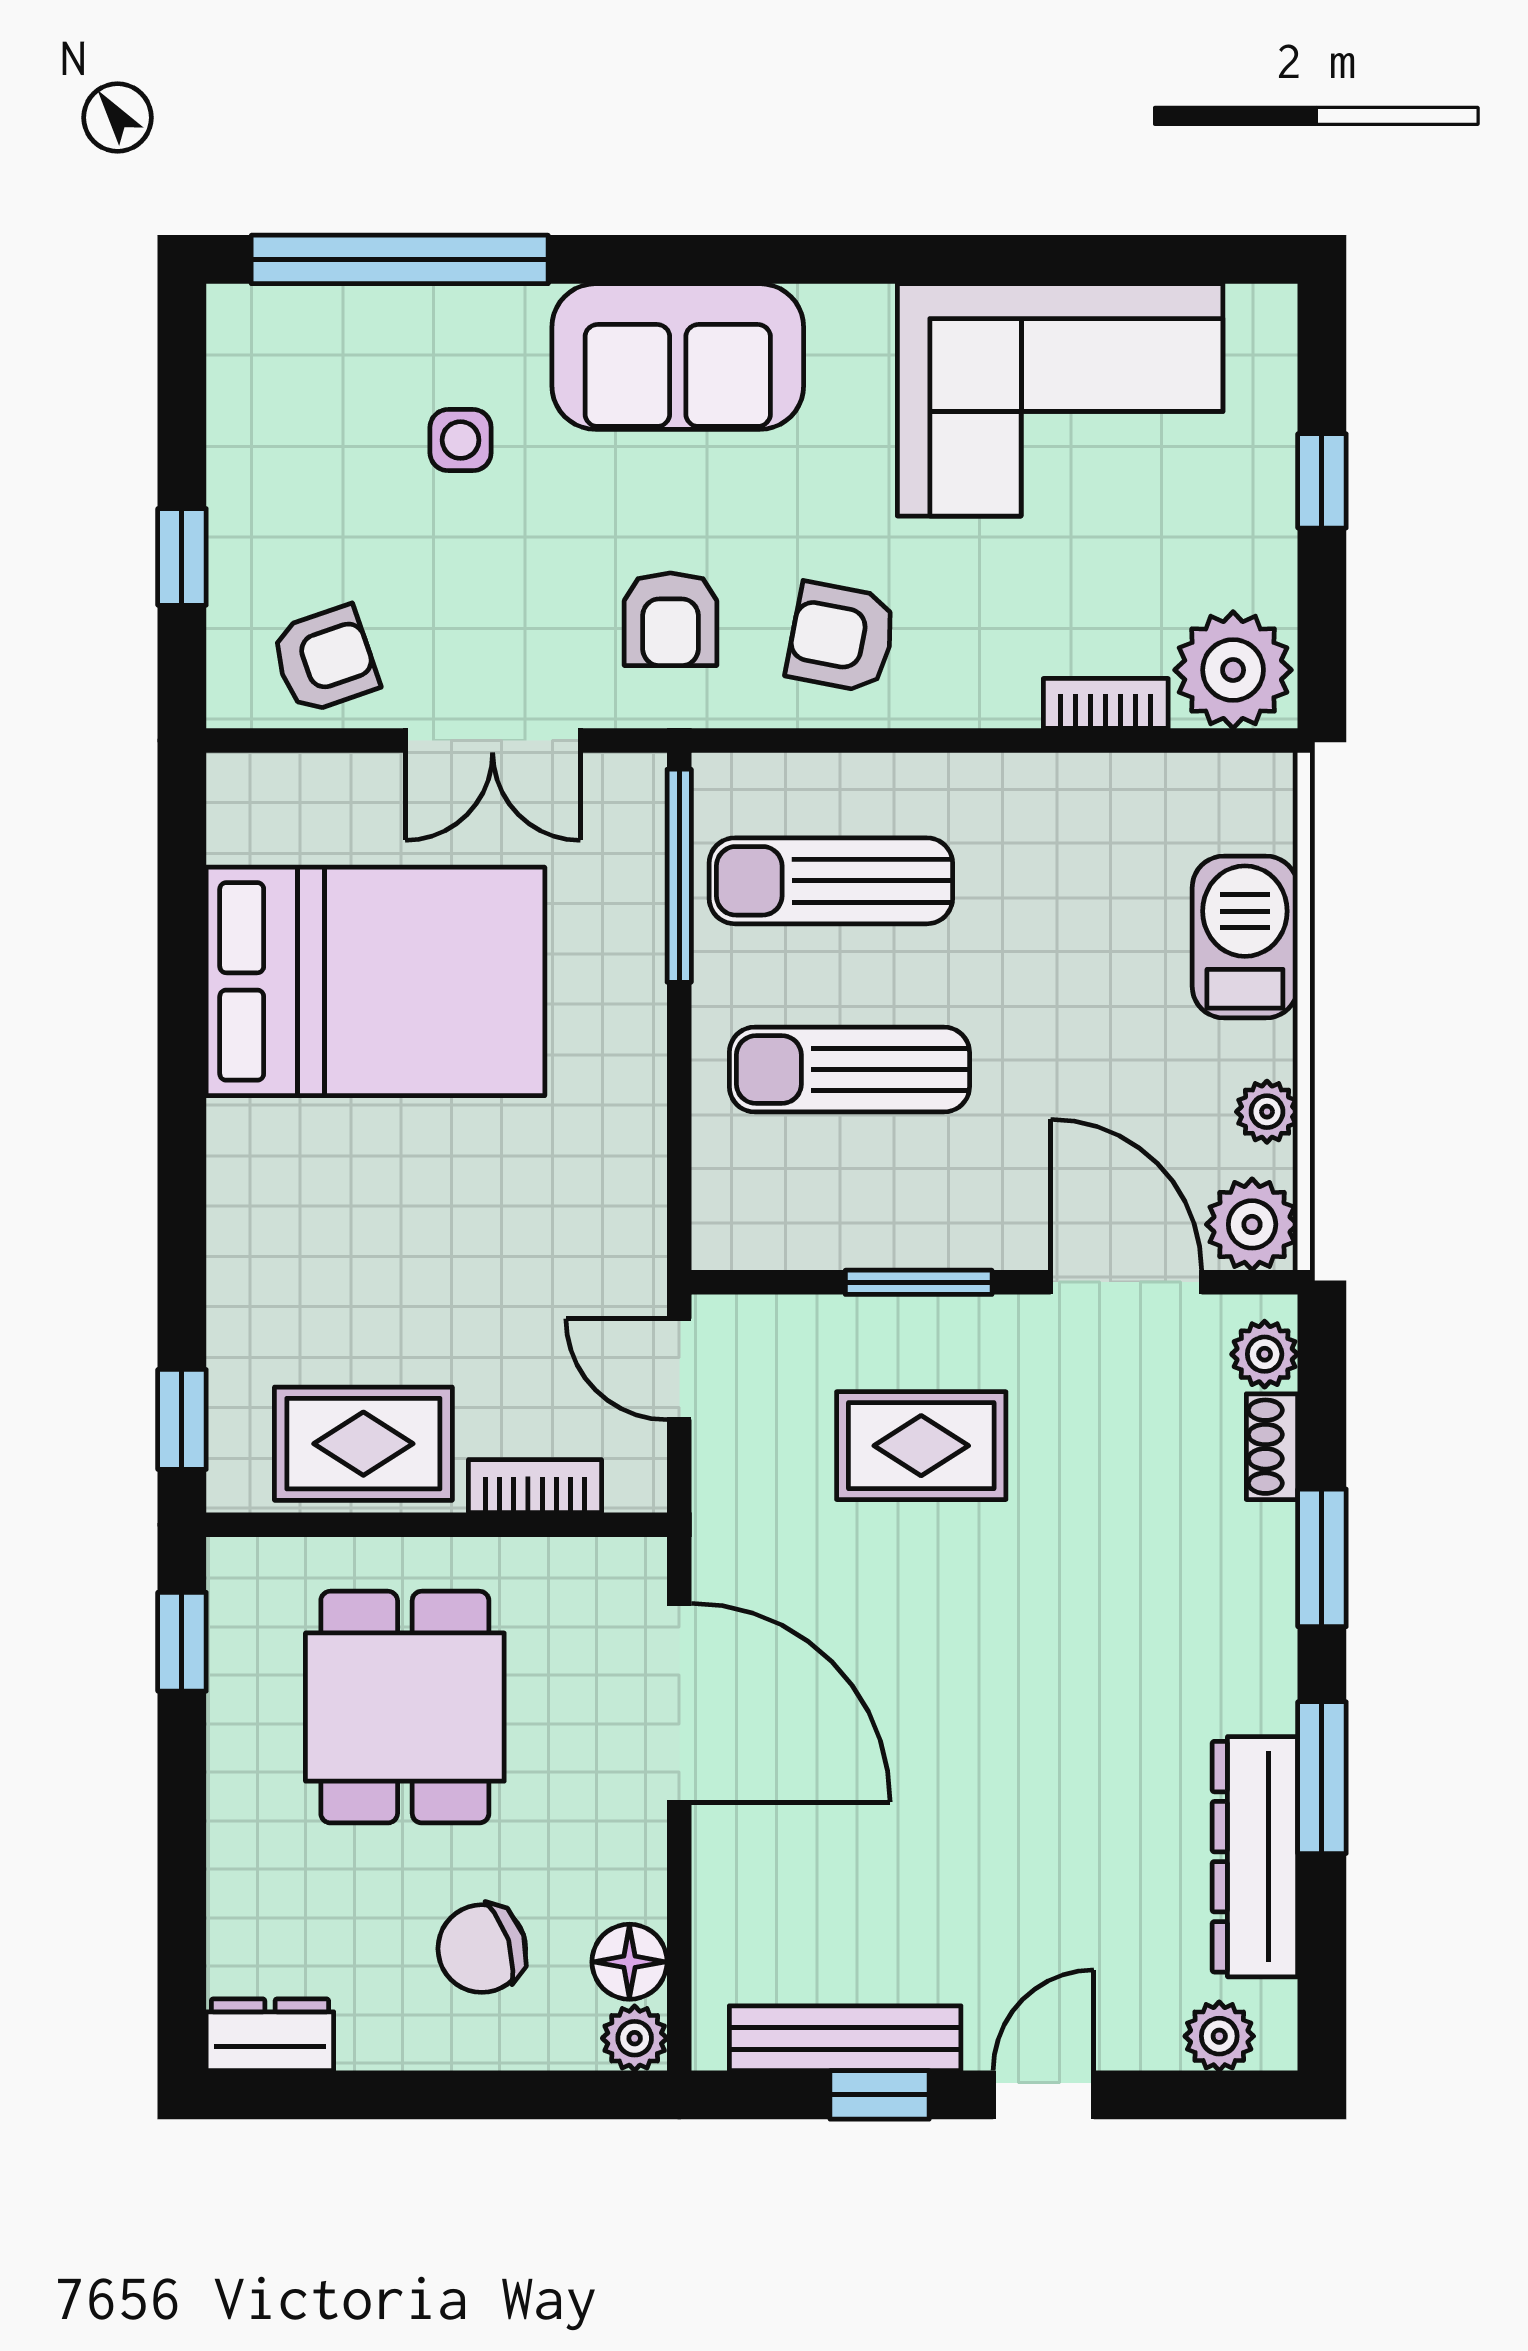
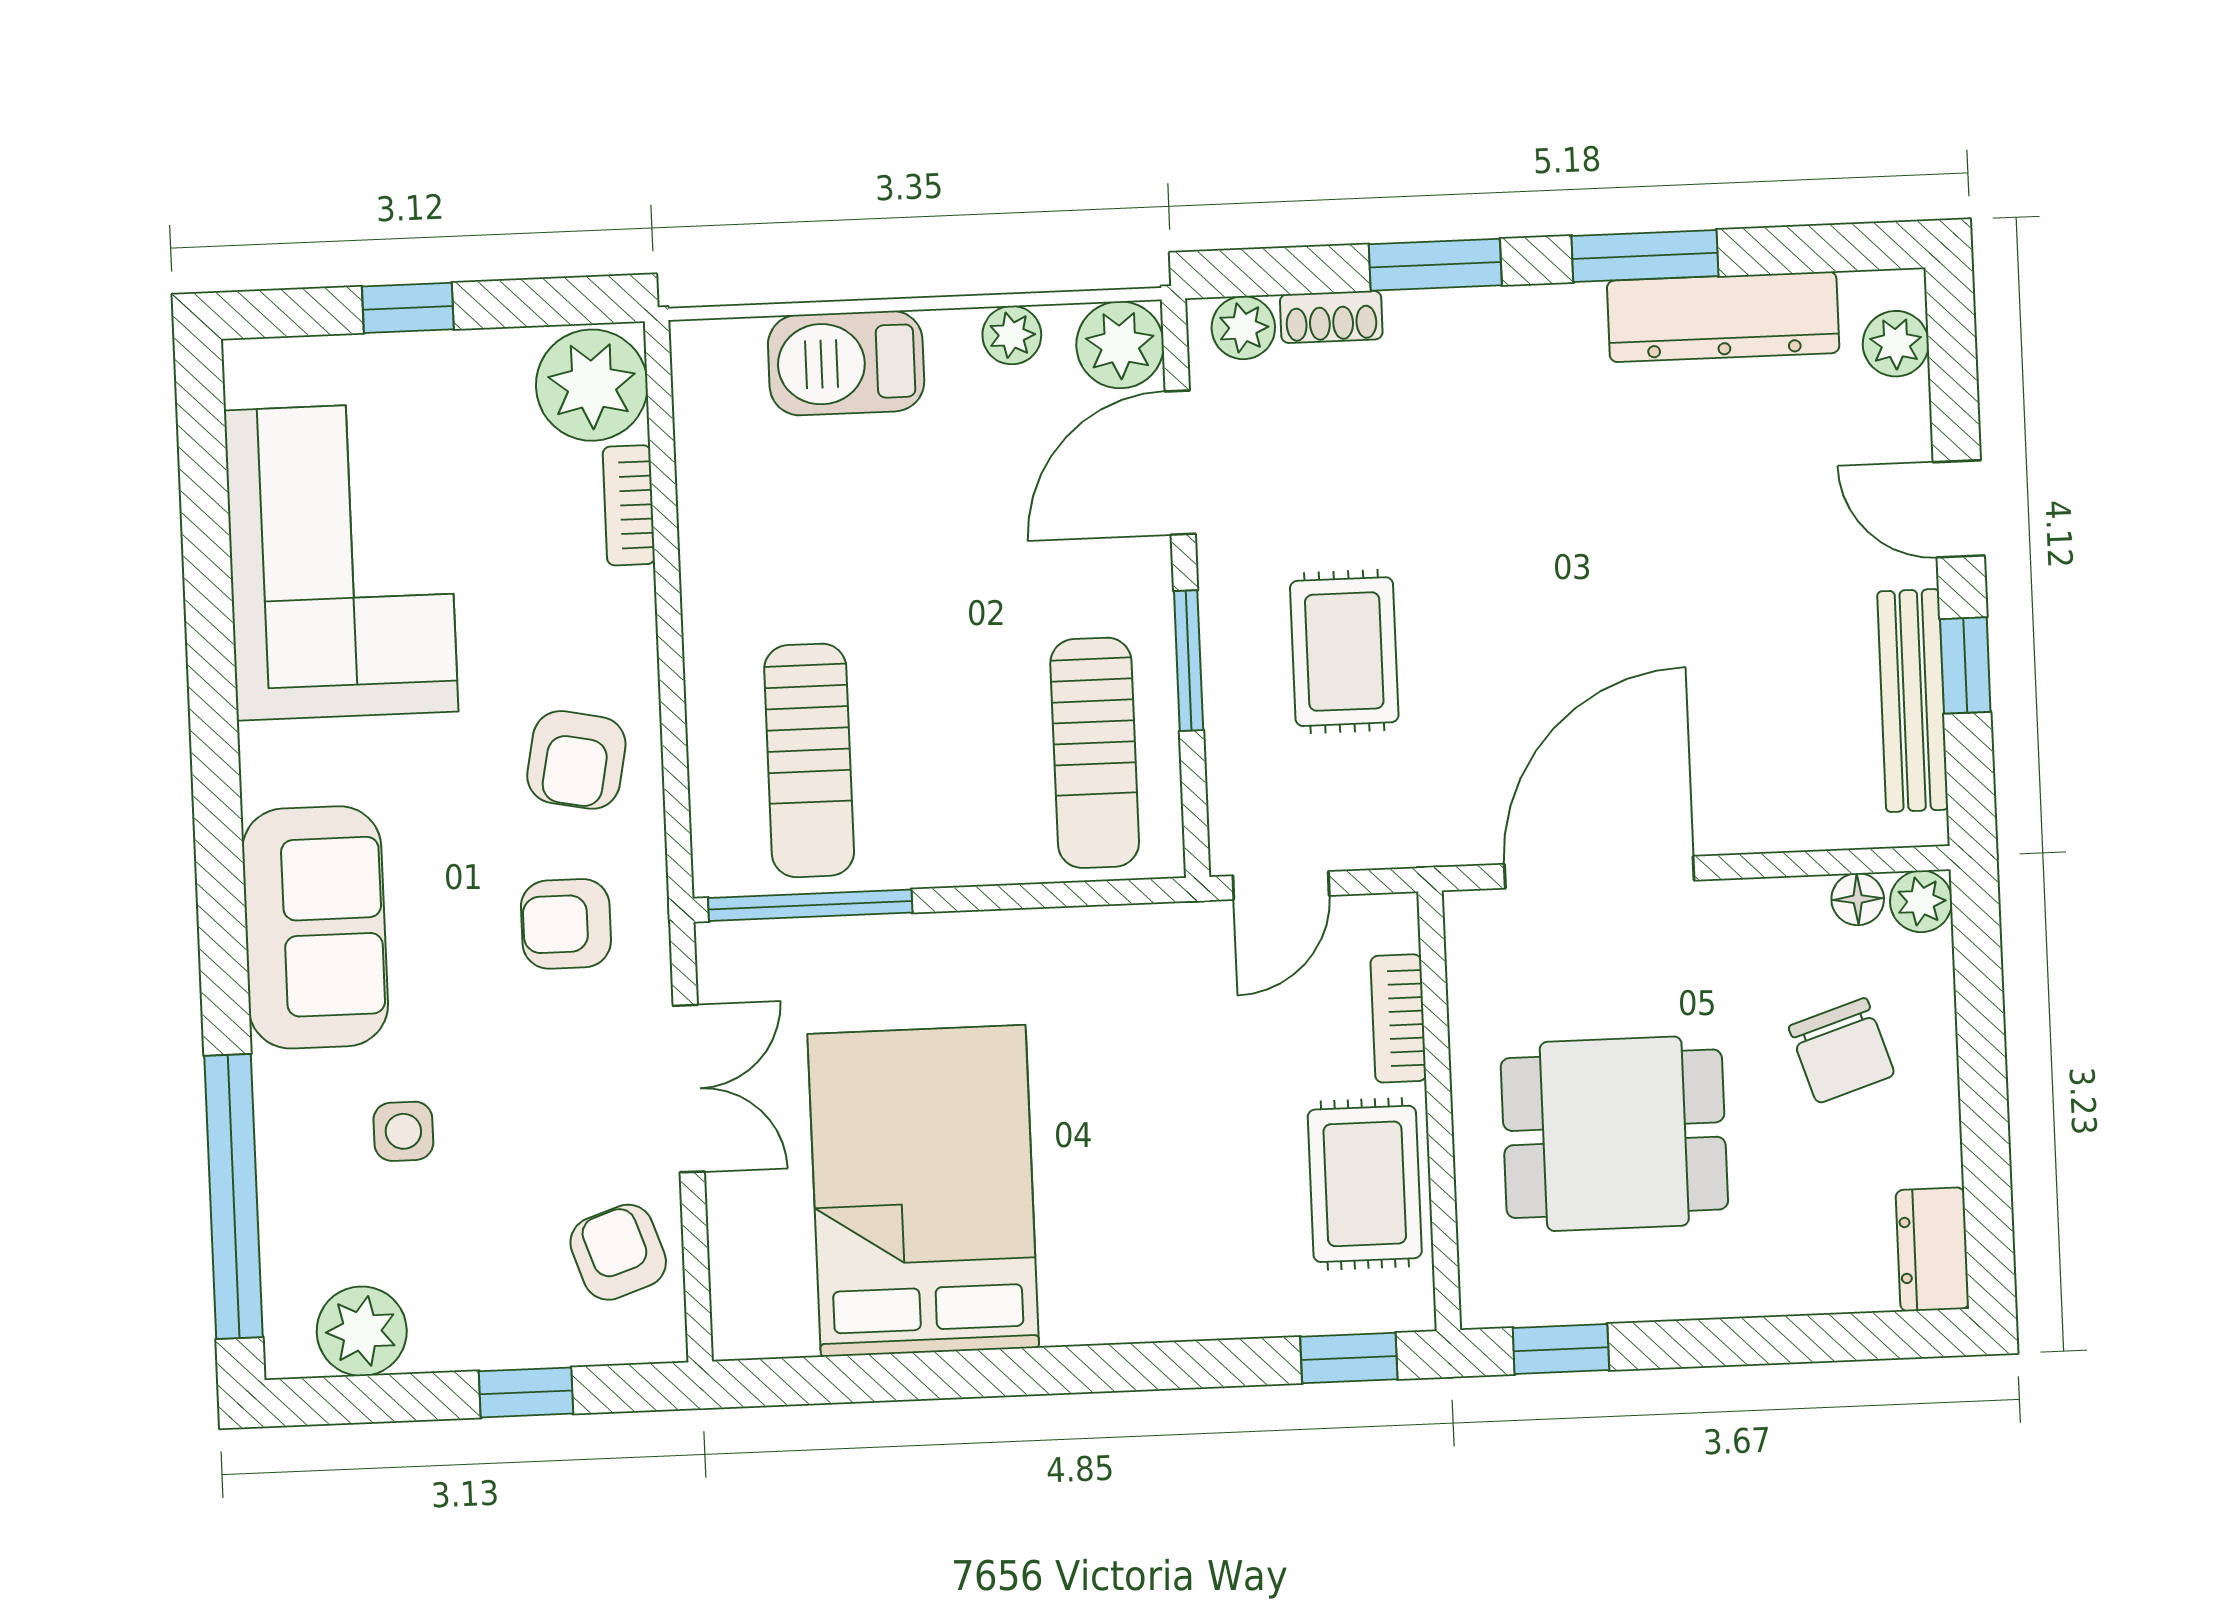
plant: (253, 388) -> (362, 1331), added
armchair: (670, 619) -> (566, 924), turned 180
sun lounger: (849, 1070) -> (1095, 753), moved
floor lamp: (629, 1962) -> (1858, 899), width x0.73, depth x0.73

